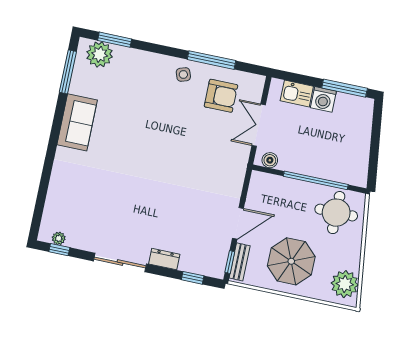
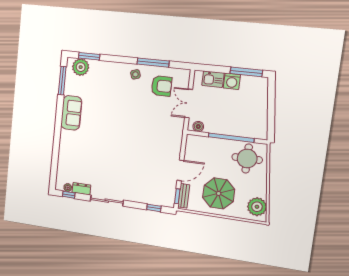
dresser: (164, 259) -> (81, 189), moved

